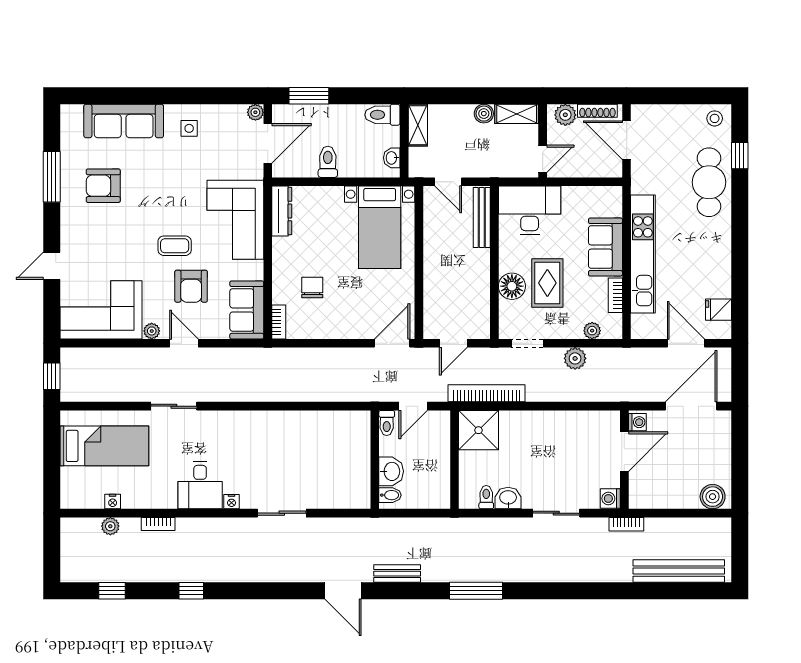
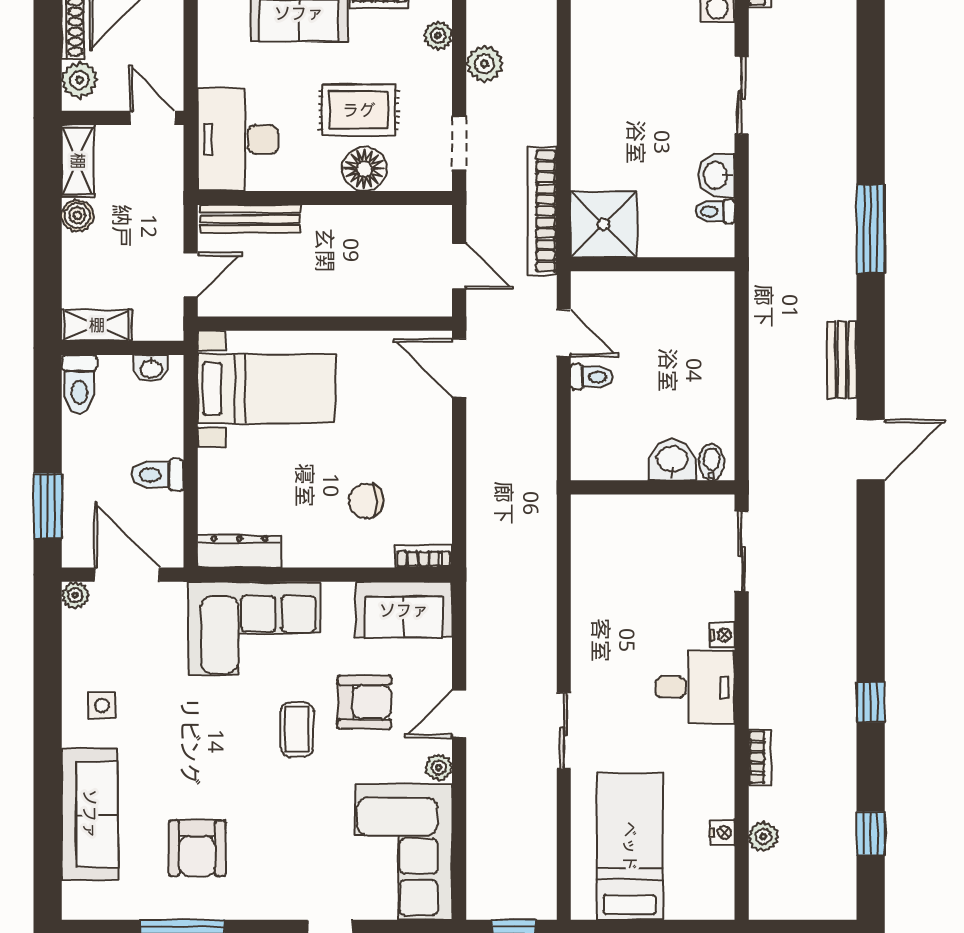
wall: (375, 460) -> (653, 487), moved
washbasin: (391, 471) -> (672, 460), moved
bidet: (390, 495) -> (712, 462), moved

